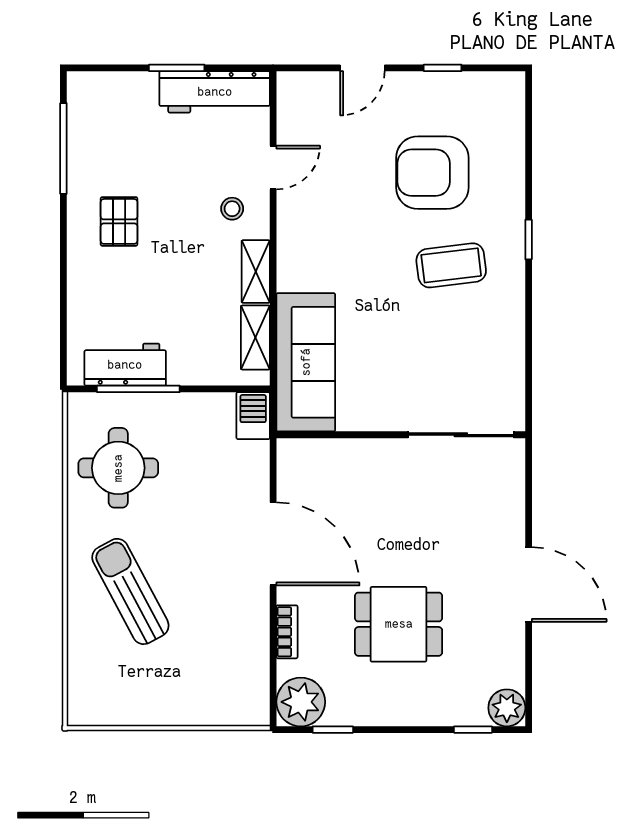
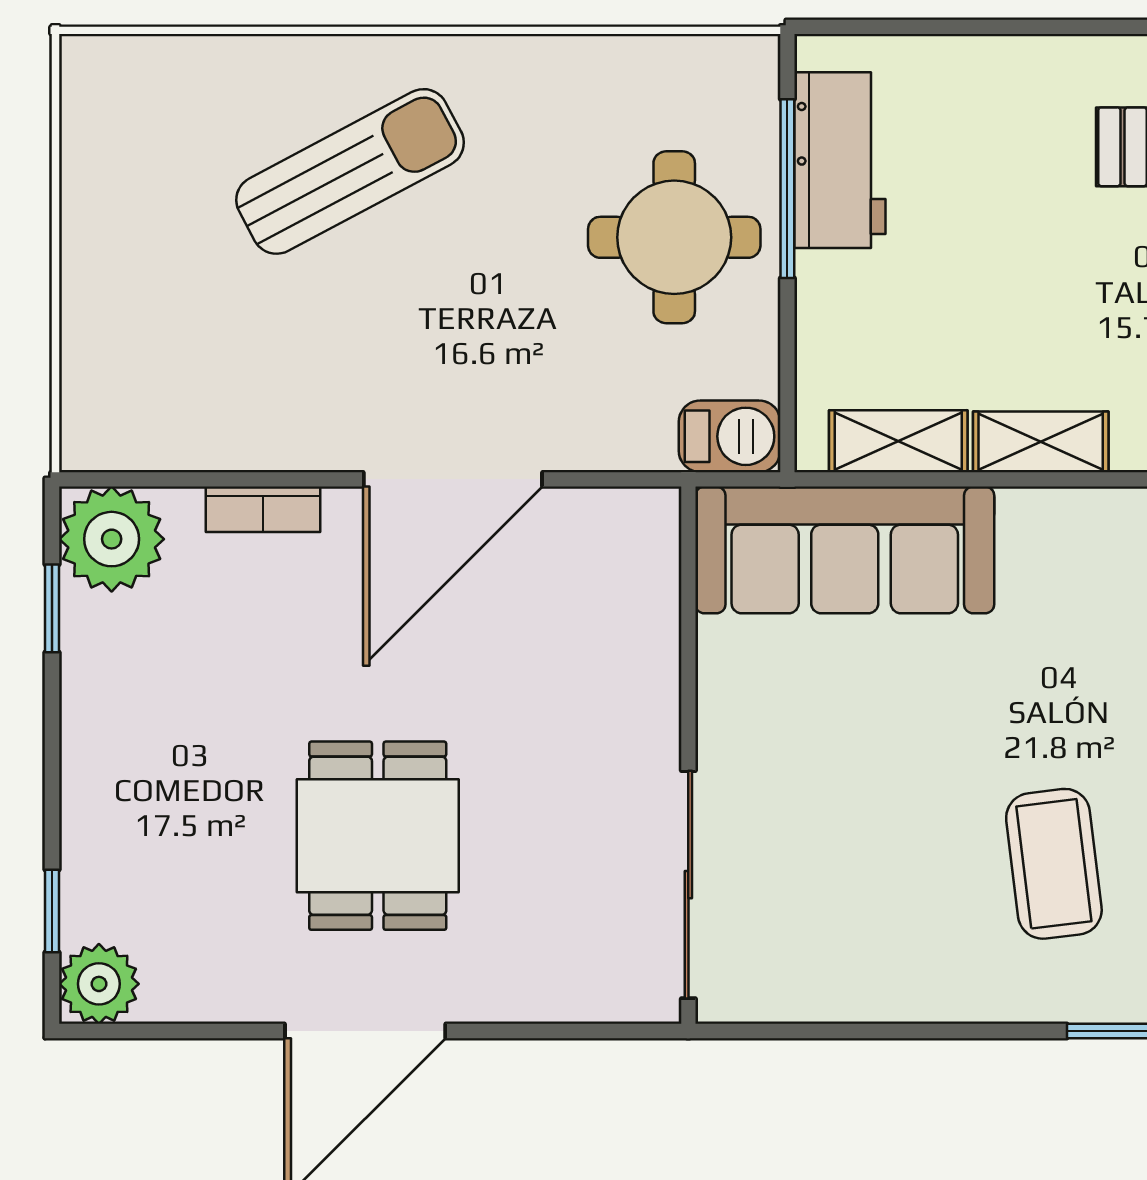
round table: (118, 468) -> (674, 237), moved
dining table: (399, 624) -> (378, 836), moved

